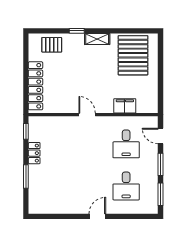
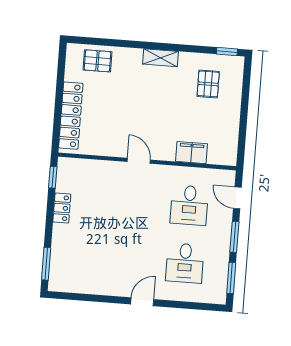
window: (77, 31) -> (227, 52), moved
pallet: (133, 55) -> (208, 84), width x0.49, depth x0.50
window: (26, 177) -> (46, 264), moved

